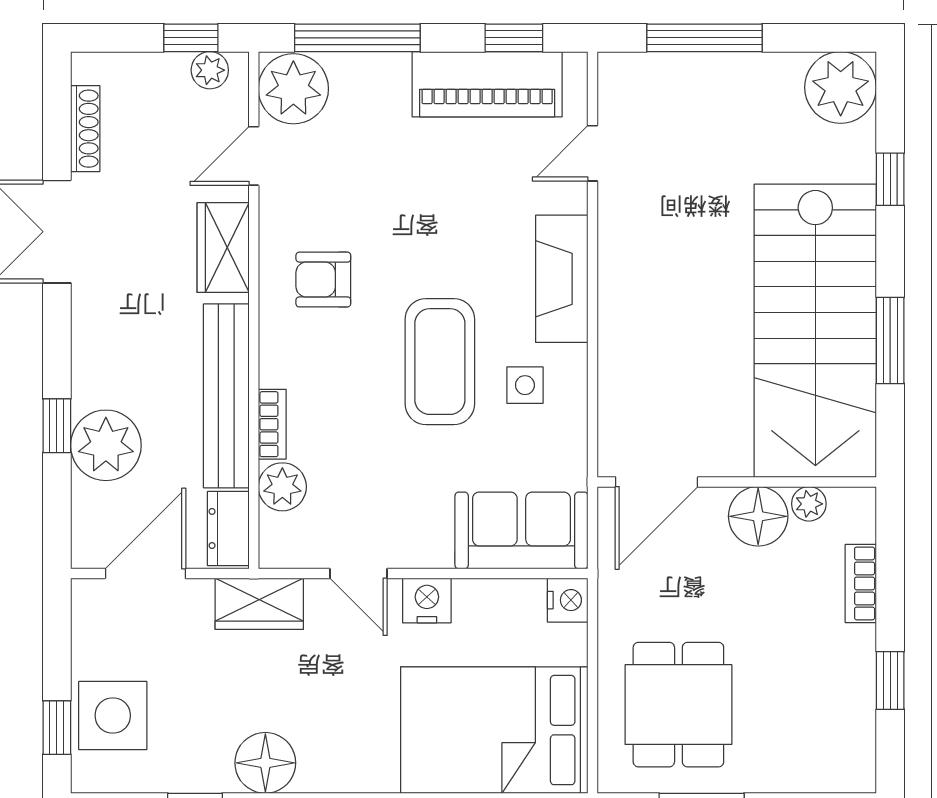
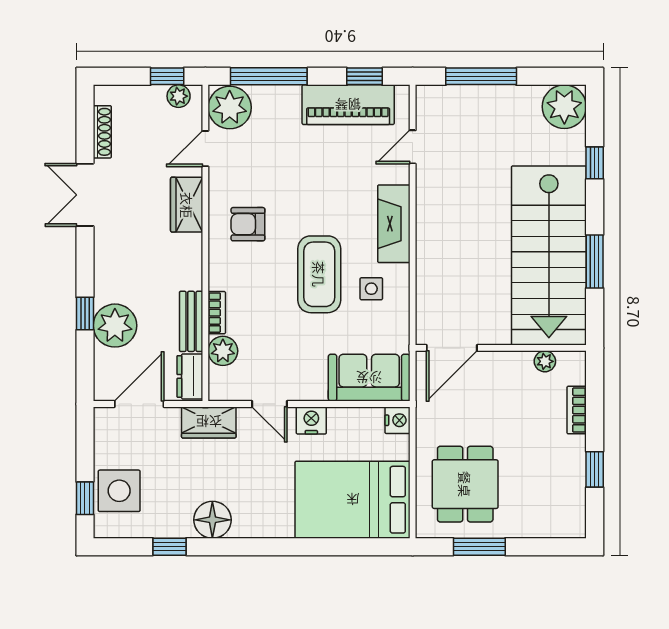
bench: (226, 396) -> (191, 321), width x0.54, depth x0.82
floor lamp: (758, 516) -> (514, 369), removed

